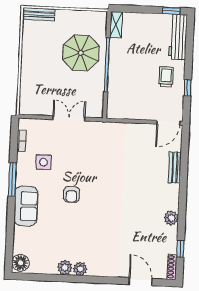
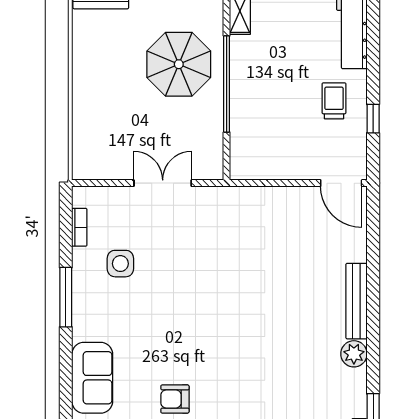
door: (168, 123) -> (341, 183), hinge flipped
bench: (175, 168) -> (356, 301), moved, width x1.36
armchair: (71, 194) -> (175, 399), moved, turned 90
sofa: (26, 206) -> (92, 378), moved

